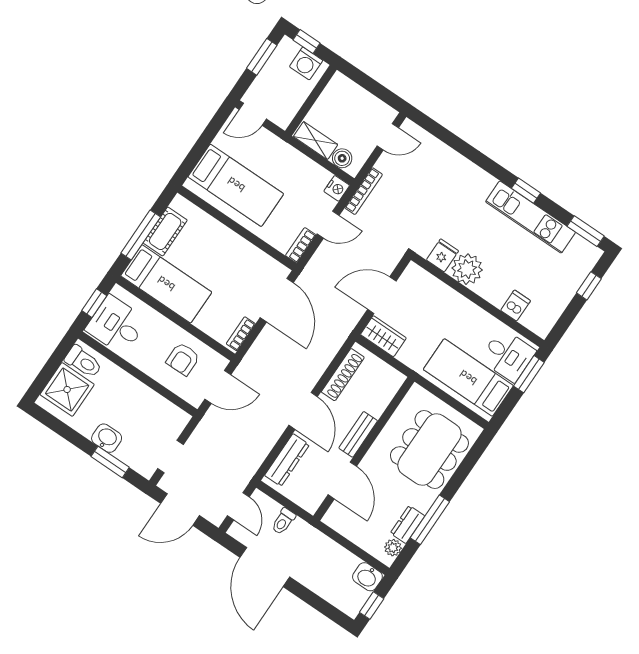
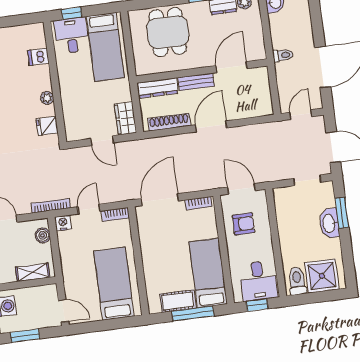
shelving: (316, 141) -> (33, 272), moved, turned 90
door: (328, 225) -> (89, 209), hinge flipped
plant: (467, 269) -> (47, 98), width x0.53, depth x0.53
door: (382, 295) -> (102, 141), width x0.73
window: (529, 374) -> (72, 13), width x0.67
washbasin: (107, 438) -> (329, 223), width x1.38
dining table: (429, 449) -> (168, 32), width x0.73
dresser: (287, 460) -> (158, 88), moved, turned 180
toilet: (283, 521) -> (283, 55), moved

